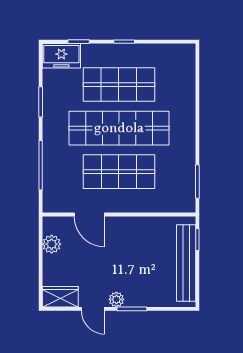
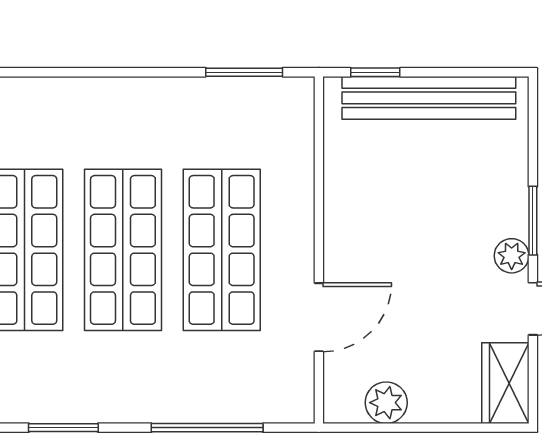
shop shelf: (119, 128) -> (123, 250), width x0.71

